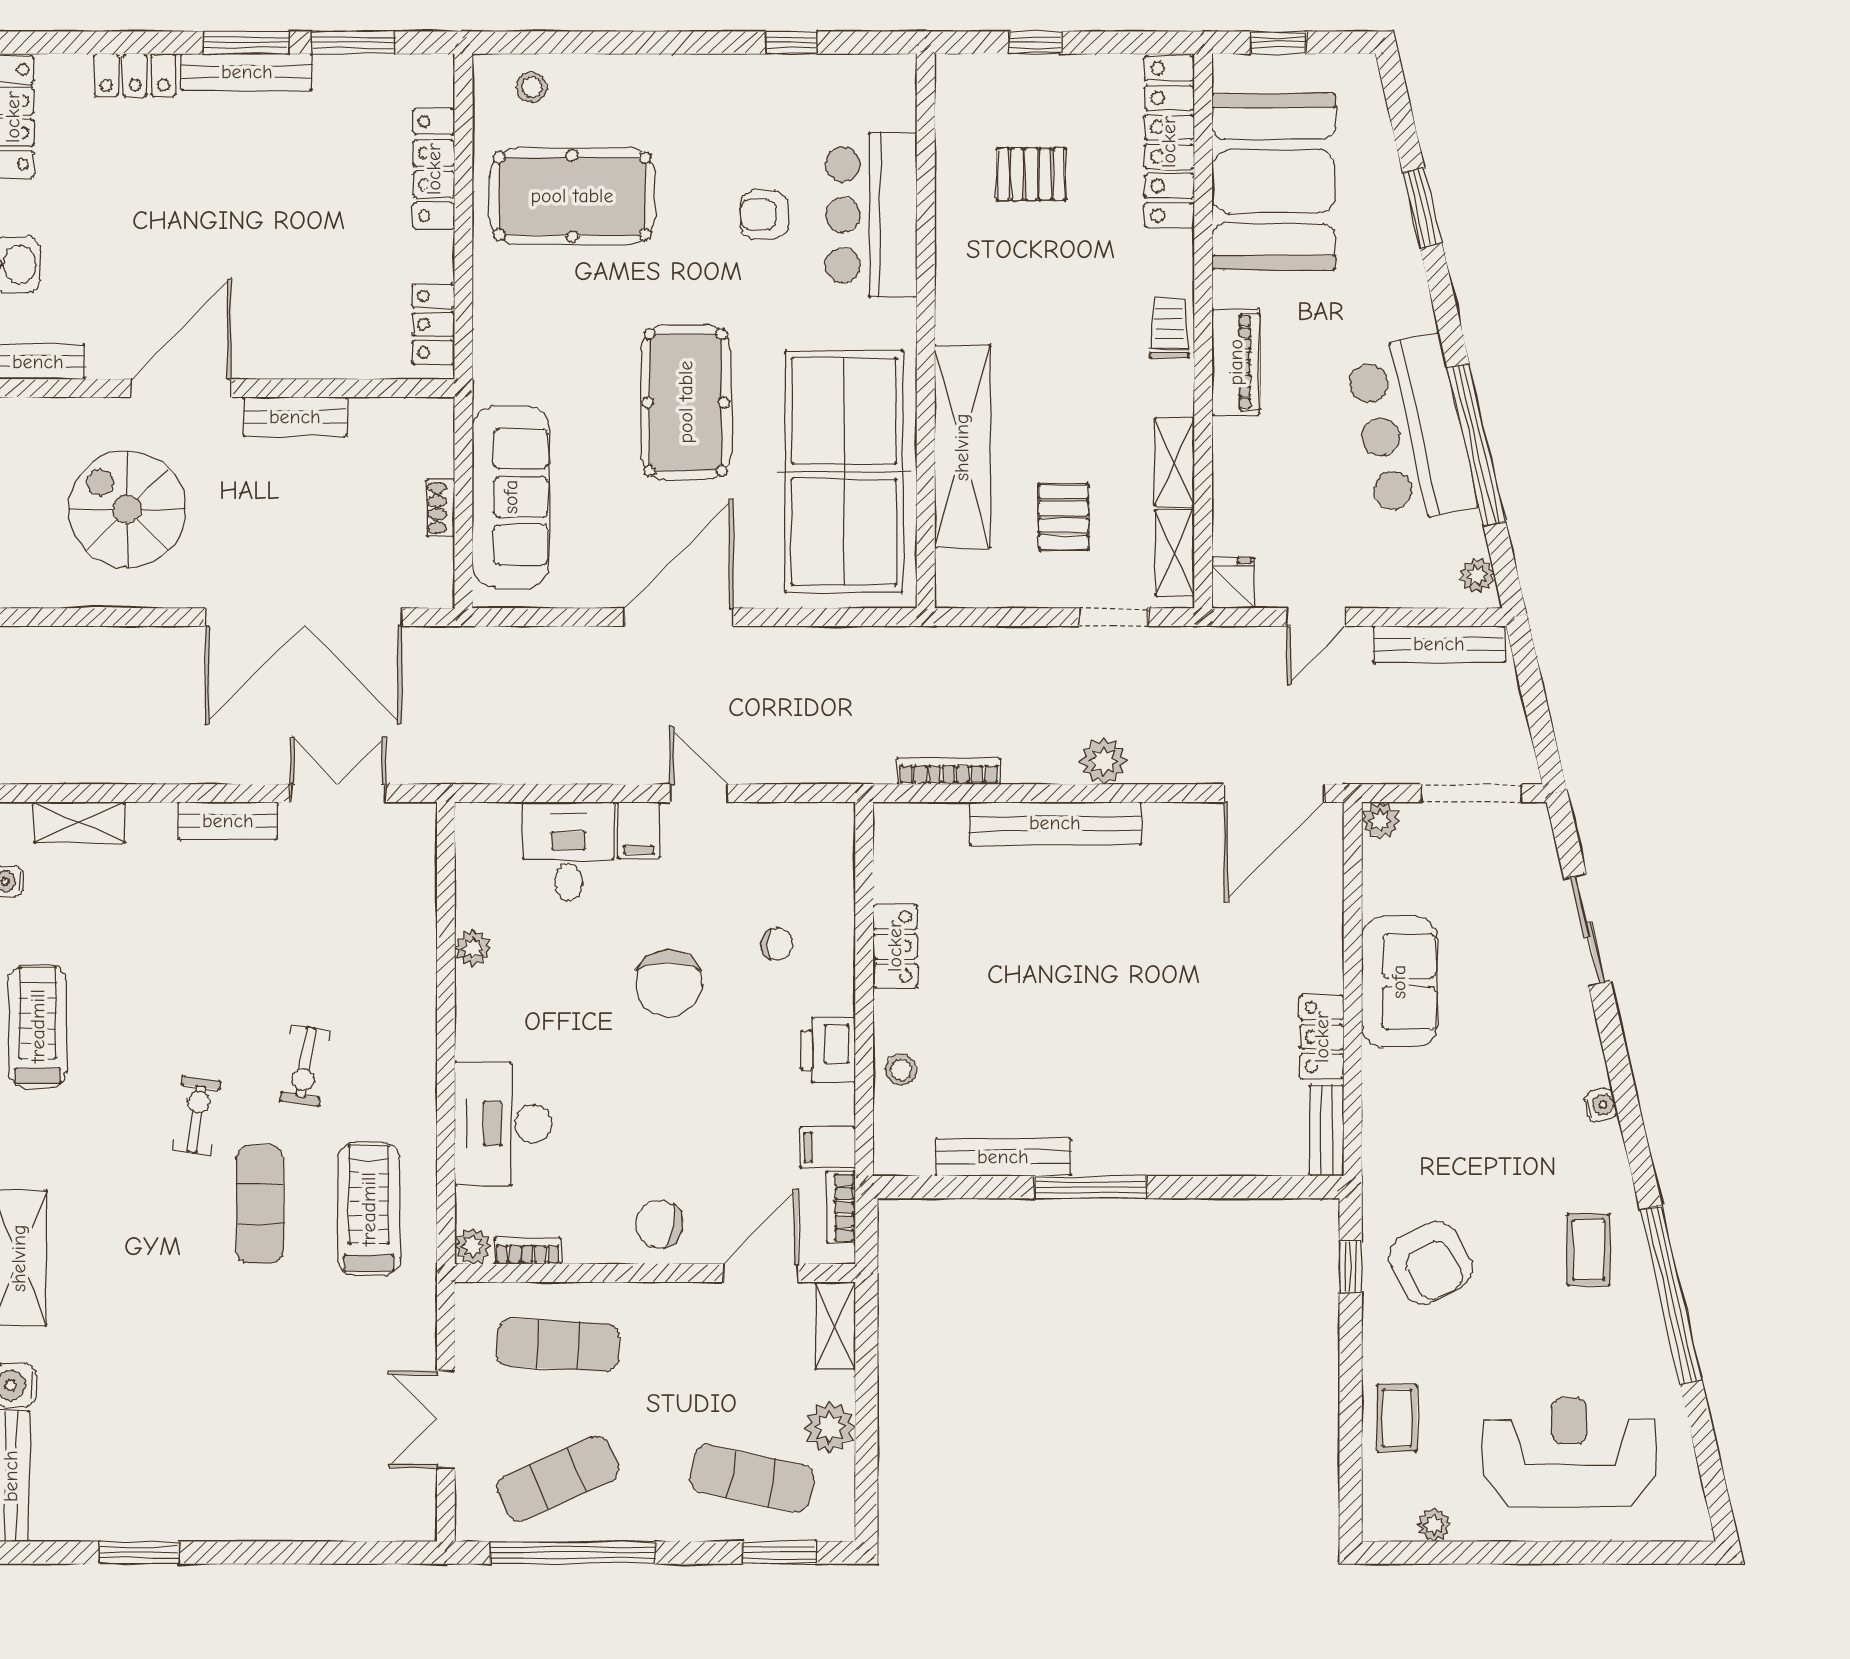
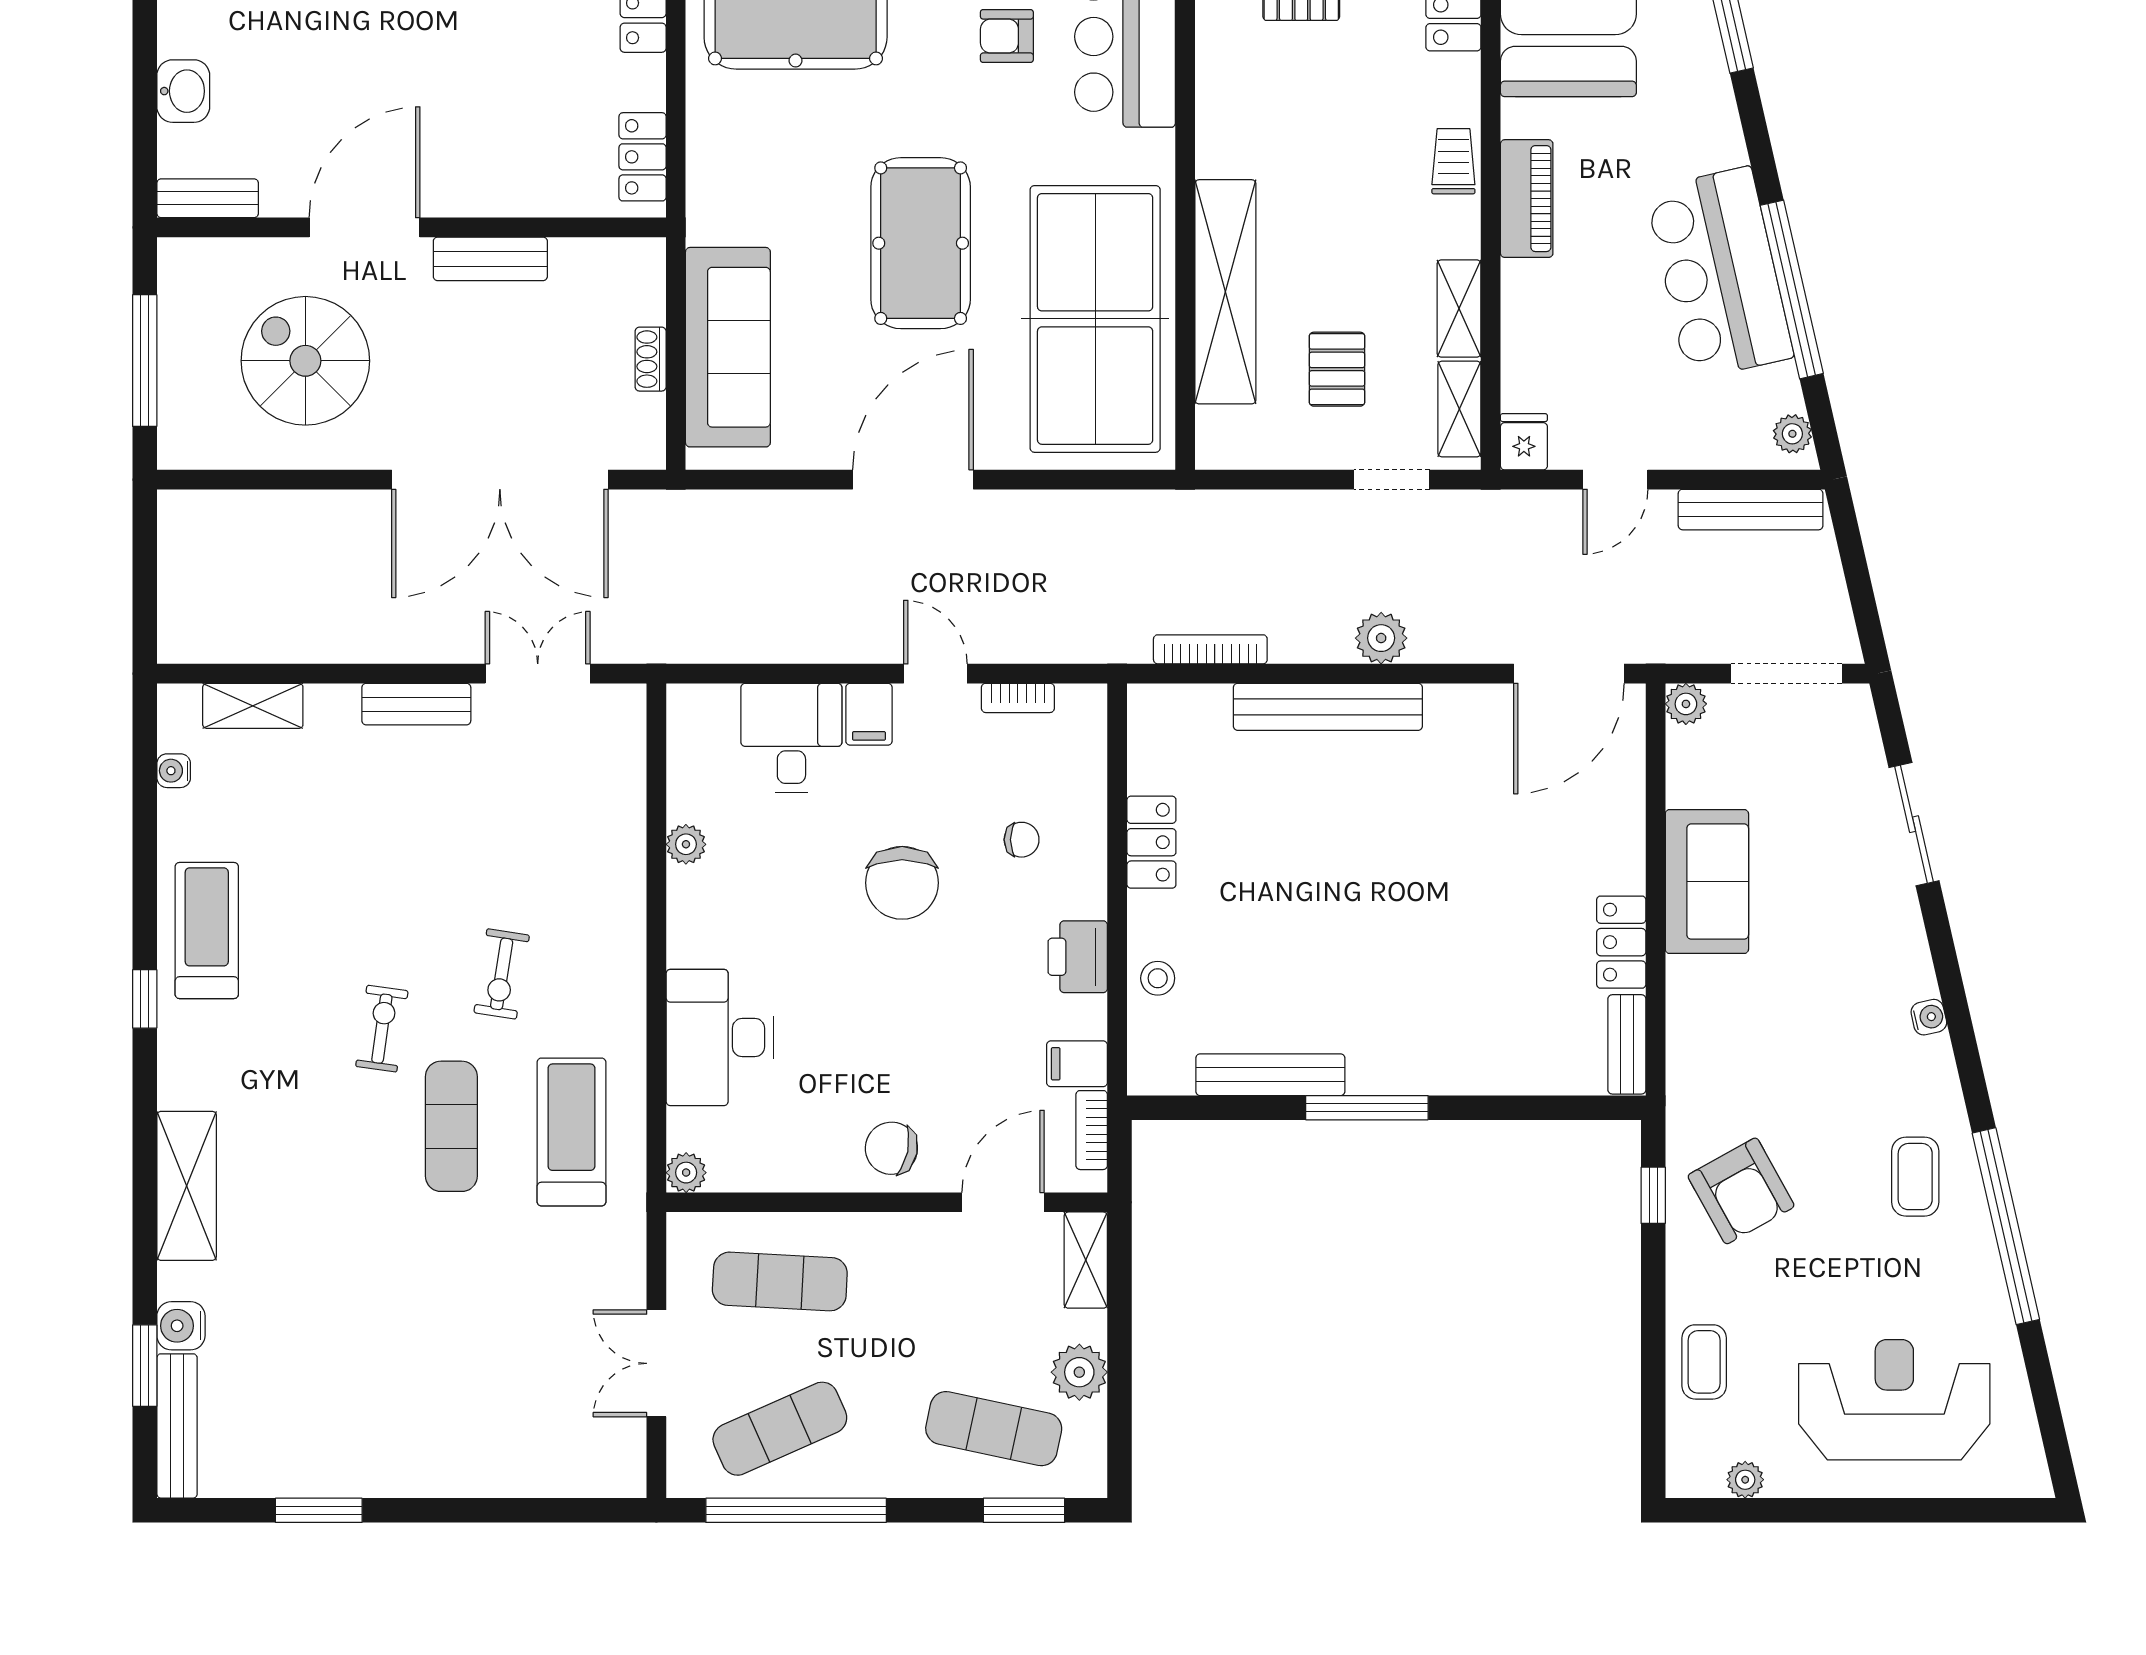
bookcase: (528, 1251) -> (1018, 698), moved, turned 180

